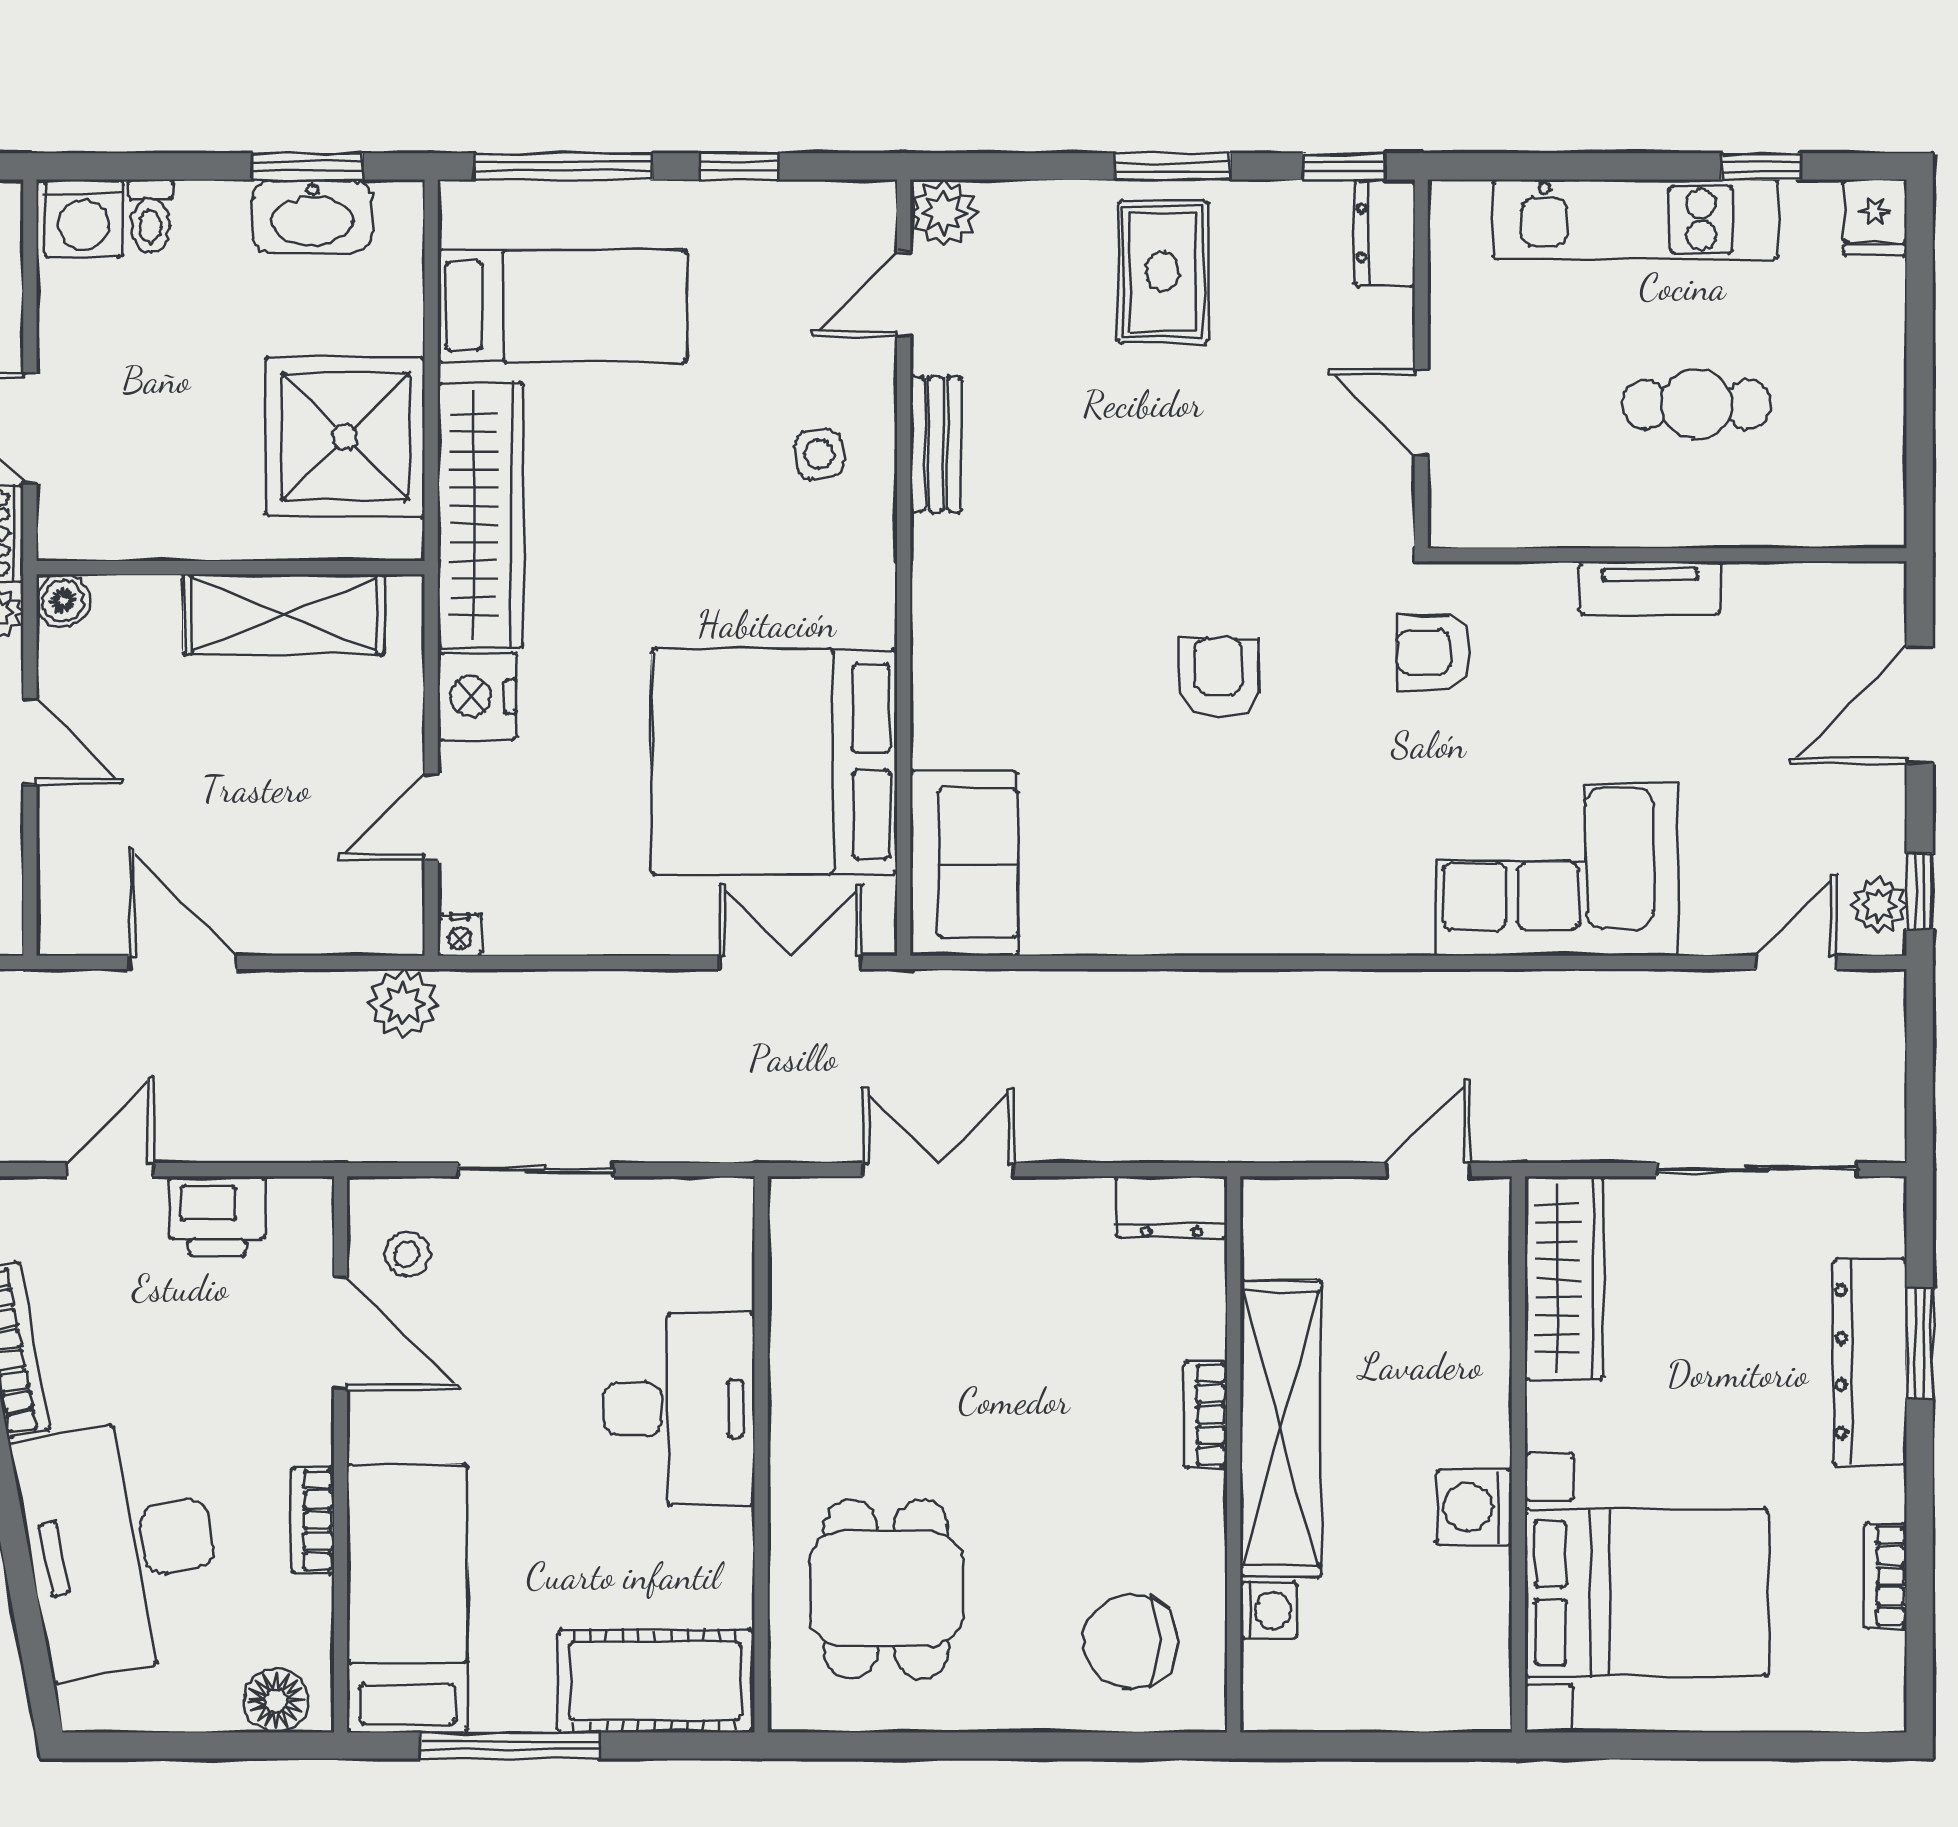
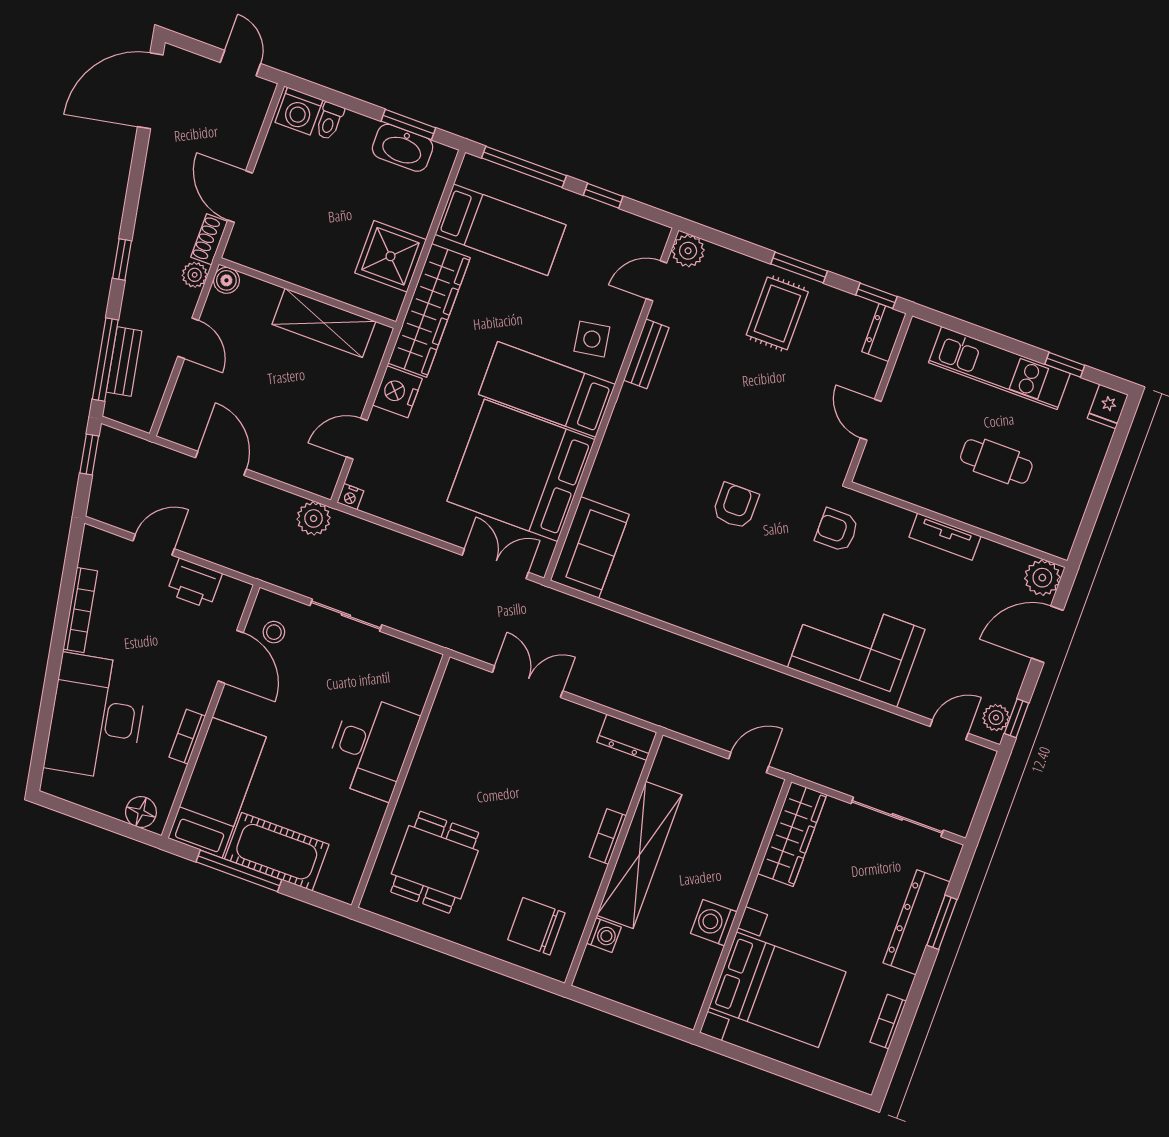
shower: (345, 437) -> (390, 256), width x0.73, depth x0.73
side table: (819, 454) -> (592, 339), width x1.37, depth x1.37
bed: (767, 585) -> (547, 389), added
plant: (1869, 598) -> (1042, 578), added
cot: (655, 1681) -> (277, 852), moved

